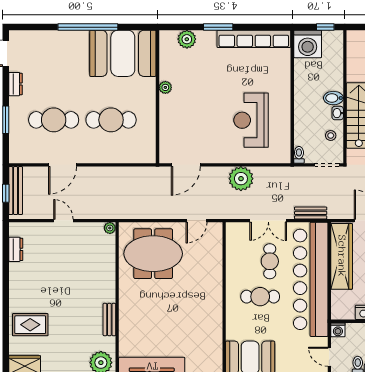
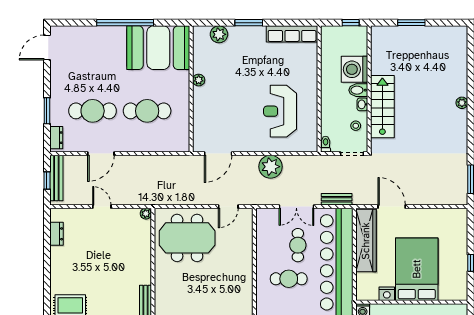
row of seats: (254, 39) -> (292, 34), width x0.73
washing machine: (308, 44) -> (355, 69), moved, turned 90
dresser: (15, 84) -> (56, 138), moved

